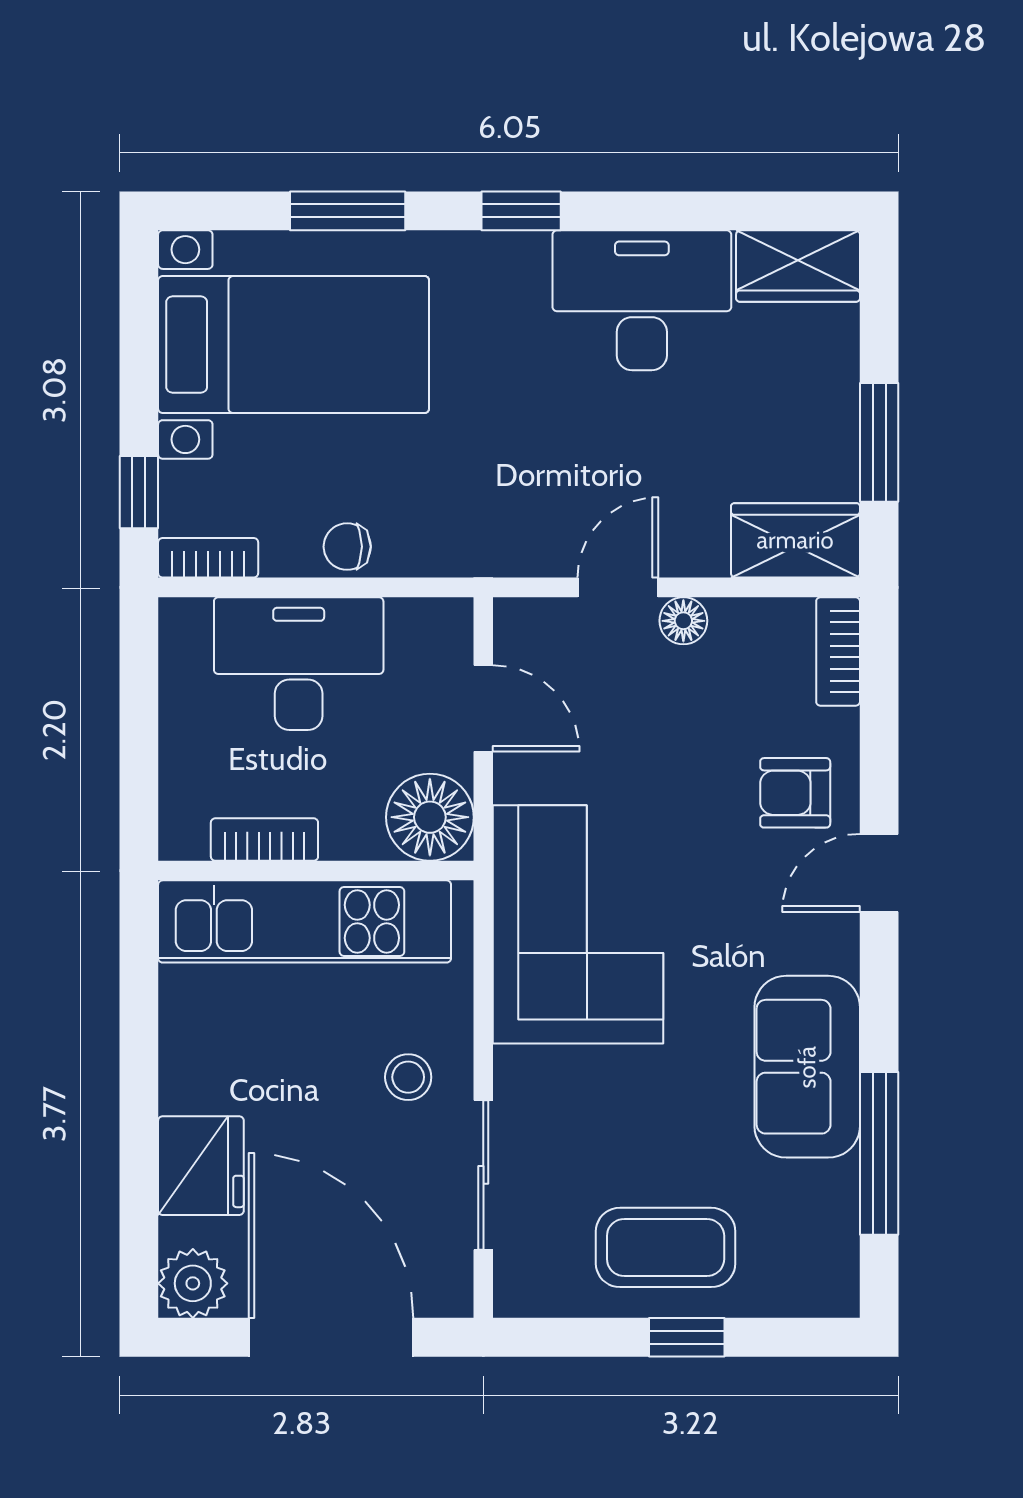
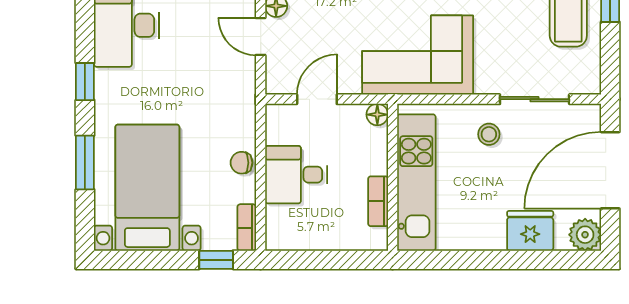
chair: (347, 547) -> (242, 163), turned 90
desk: (299, 664) -> (296, 175), width x0.73
floor lamp: (430, 817) -> (377, 115), width x0.53, depth x0.53

